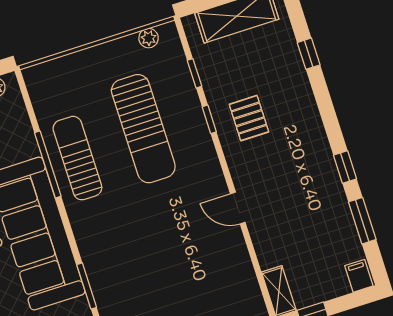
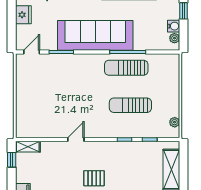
pallet: (249, 118) -> (94, 178), moved
sun lounger: (143, 129) -> (130, 105), width x0.73, depth x0.75
sun lounger: (77, 158) -> (126, 68), turned 180

